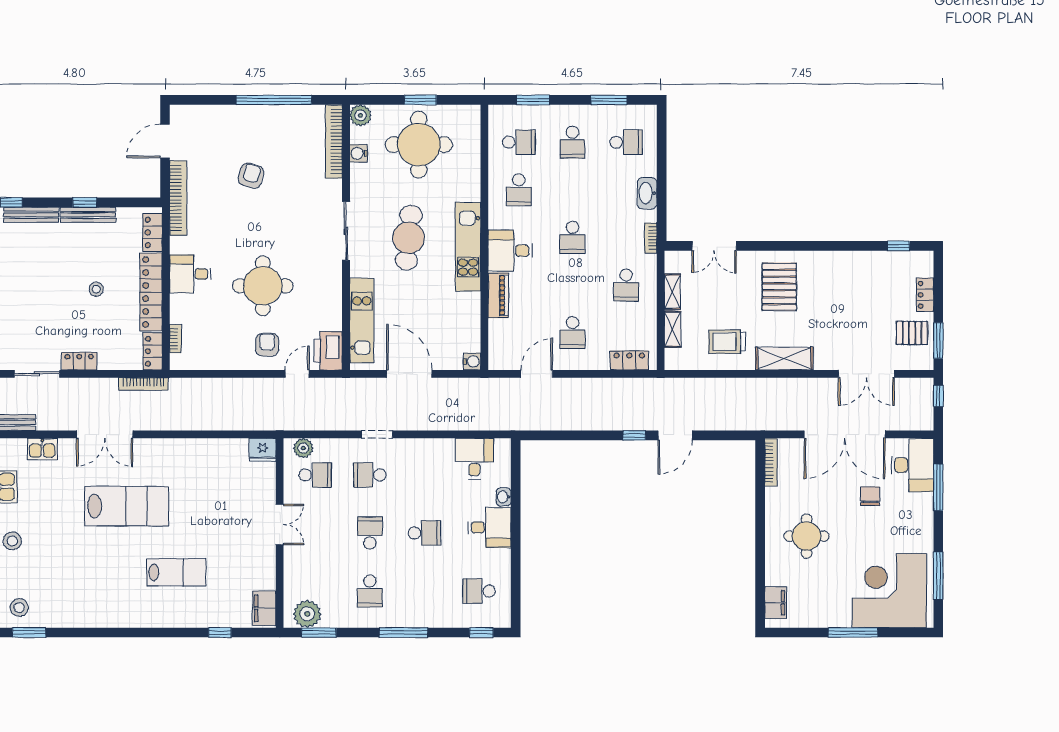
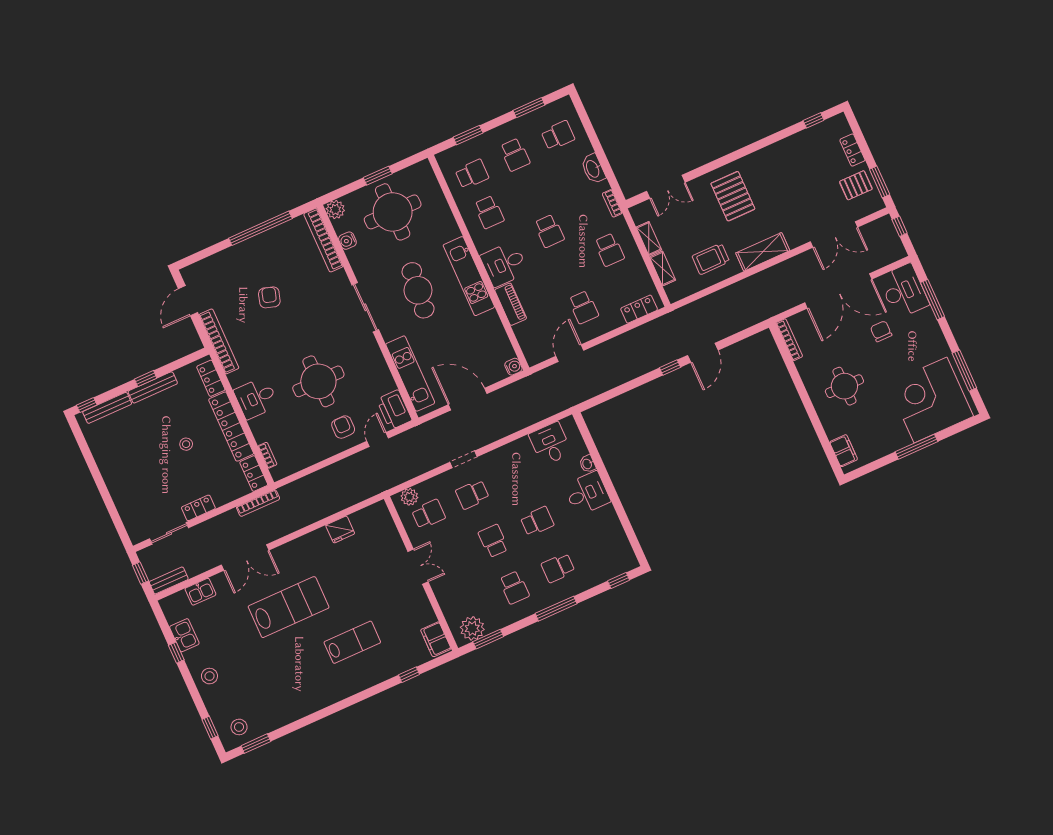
fridge: (263, 450) -> (340, 529), moved
school desk: (479, 591) -> (558, 568), moved

